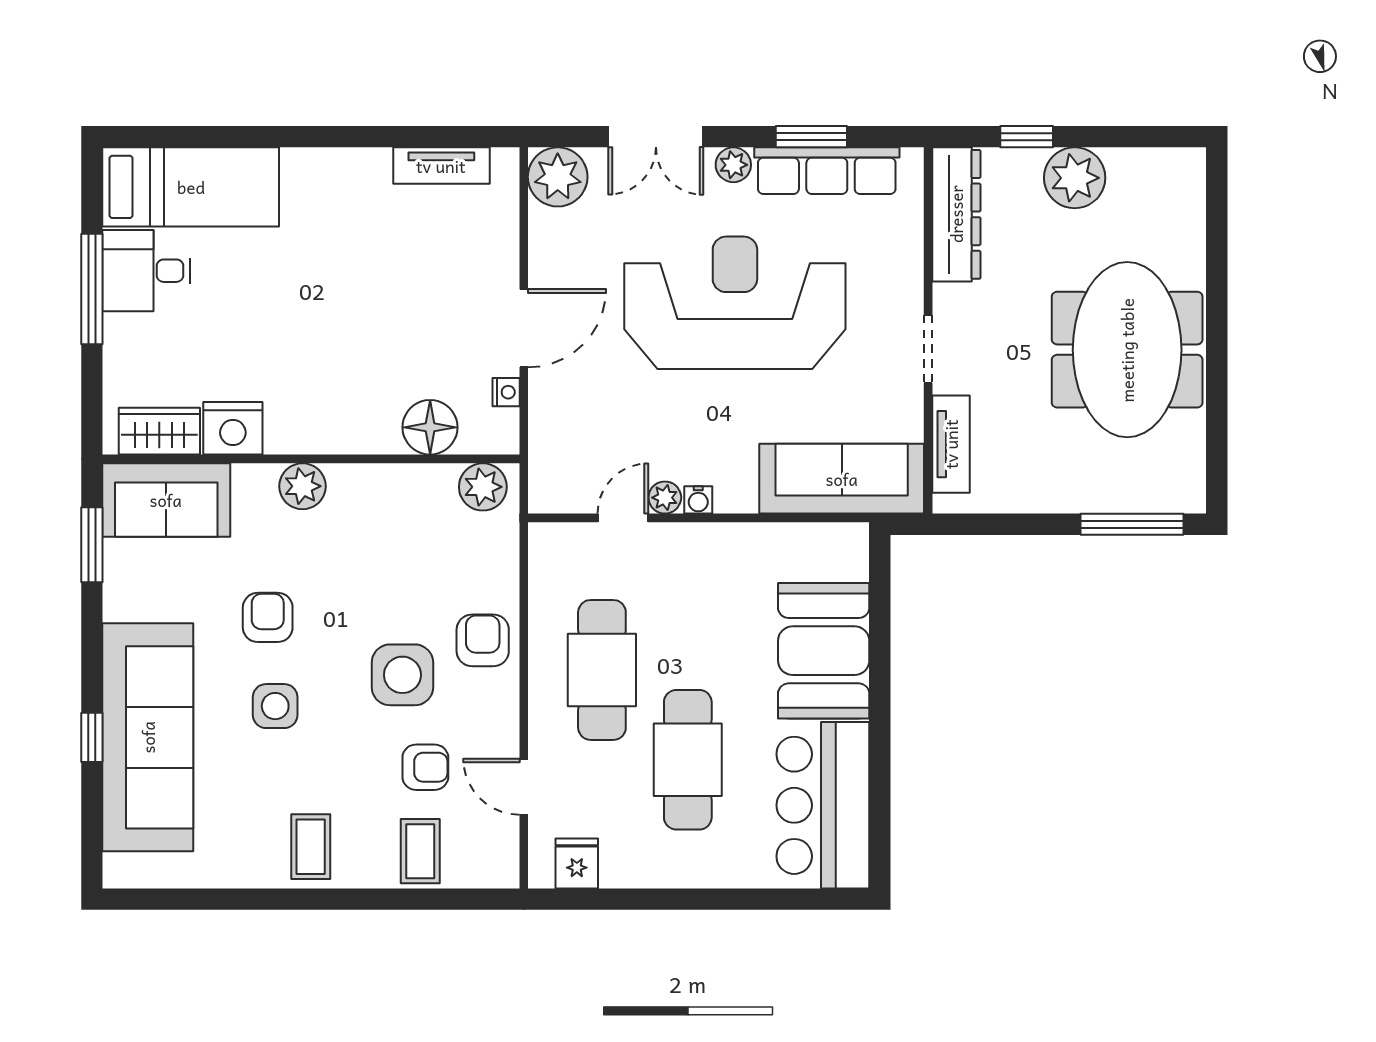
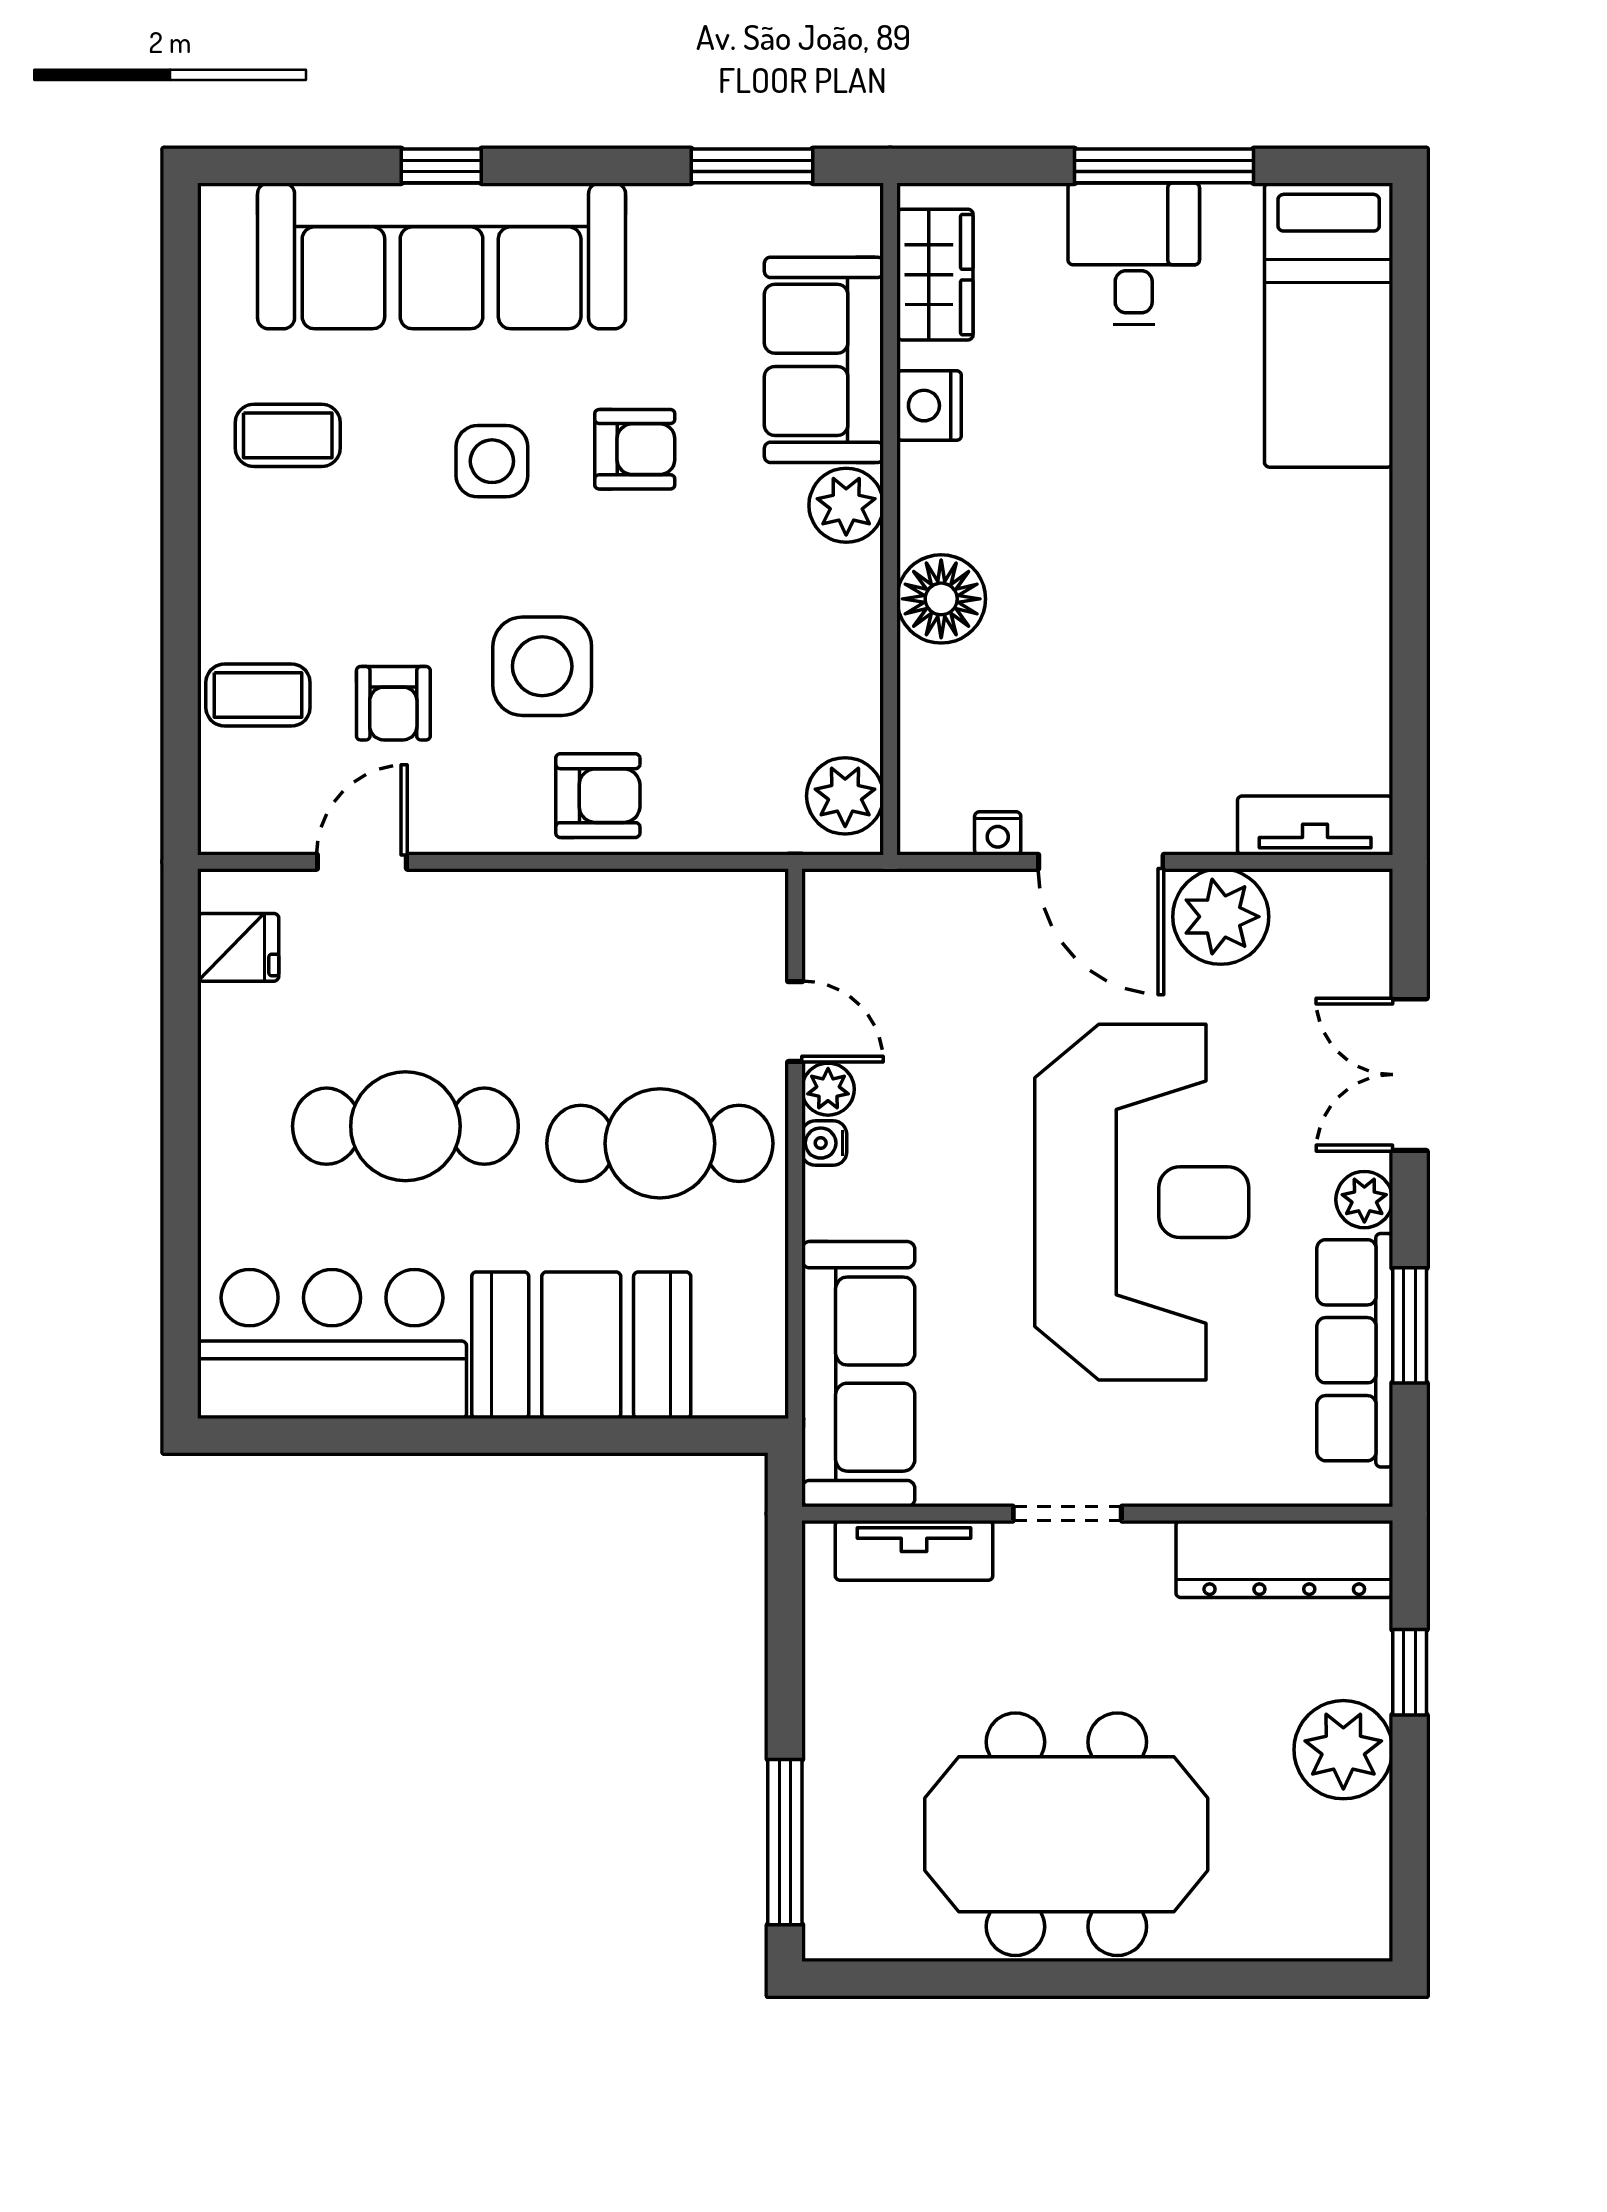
tv unit: (441, 166) -> (1315, 825), moved, turned 90
plant: (558, 177) -> (1221, 917), moved
desk: (146, 271) -> (1134, 254), moved
floor lamp: (430, 427) -> (941, 599), moved
nightstand: (233, 428) -> (929, 406), width x0.74, depth x0.75
sofa: (166, 500) -> (824, 360), moved
cafe table: (602, 670) -> (660, 1143), moved
coffee table: (311, 847) -> (288, 435), moved

